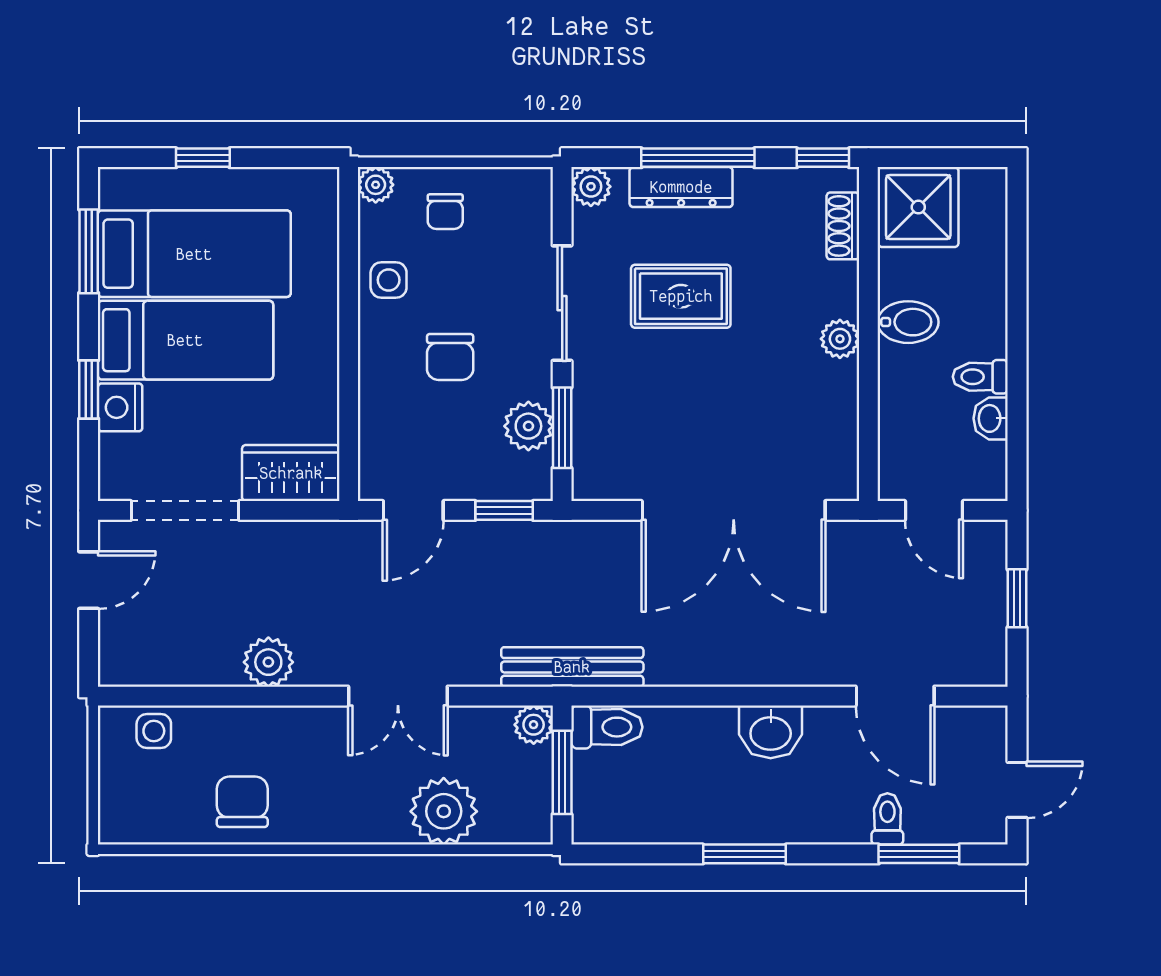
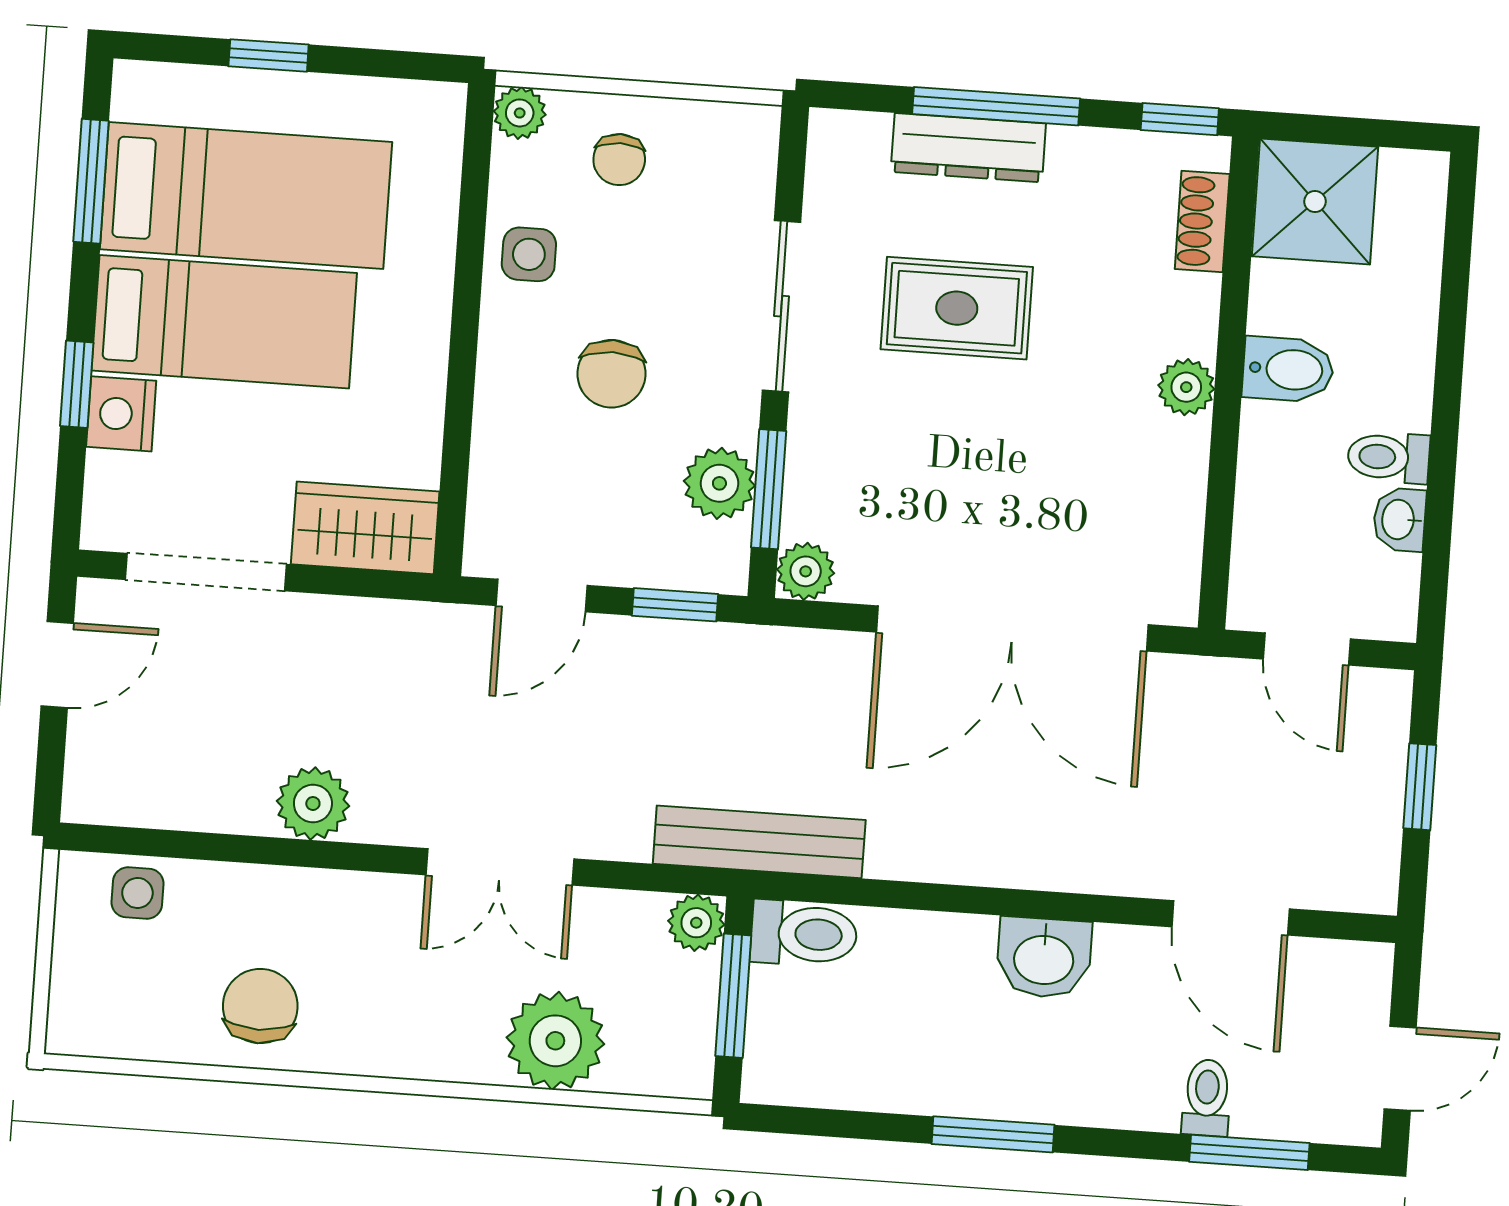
plant: (591, 187) -> (806, 571), moved

